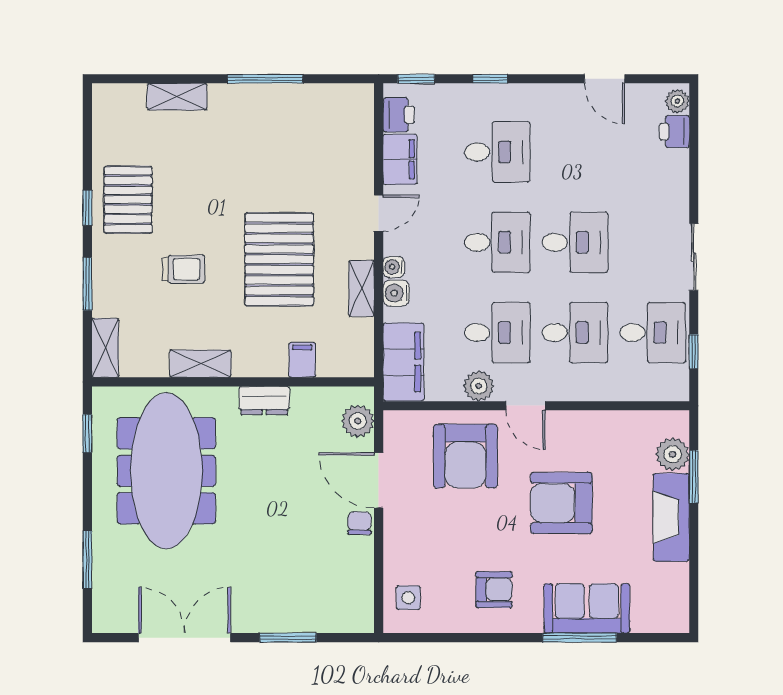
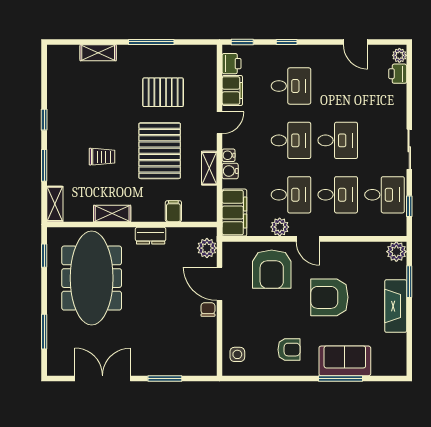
pallet: (128, 200) -> (163, 92), moved, turned 90
plant: (673, 454) -> (396, 252), moved

